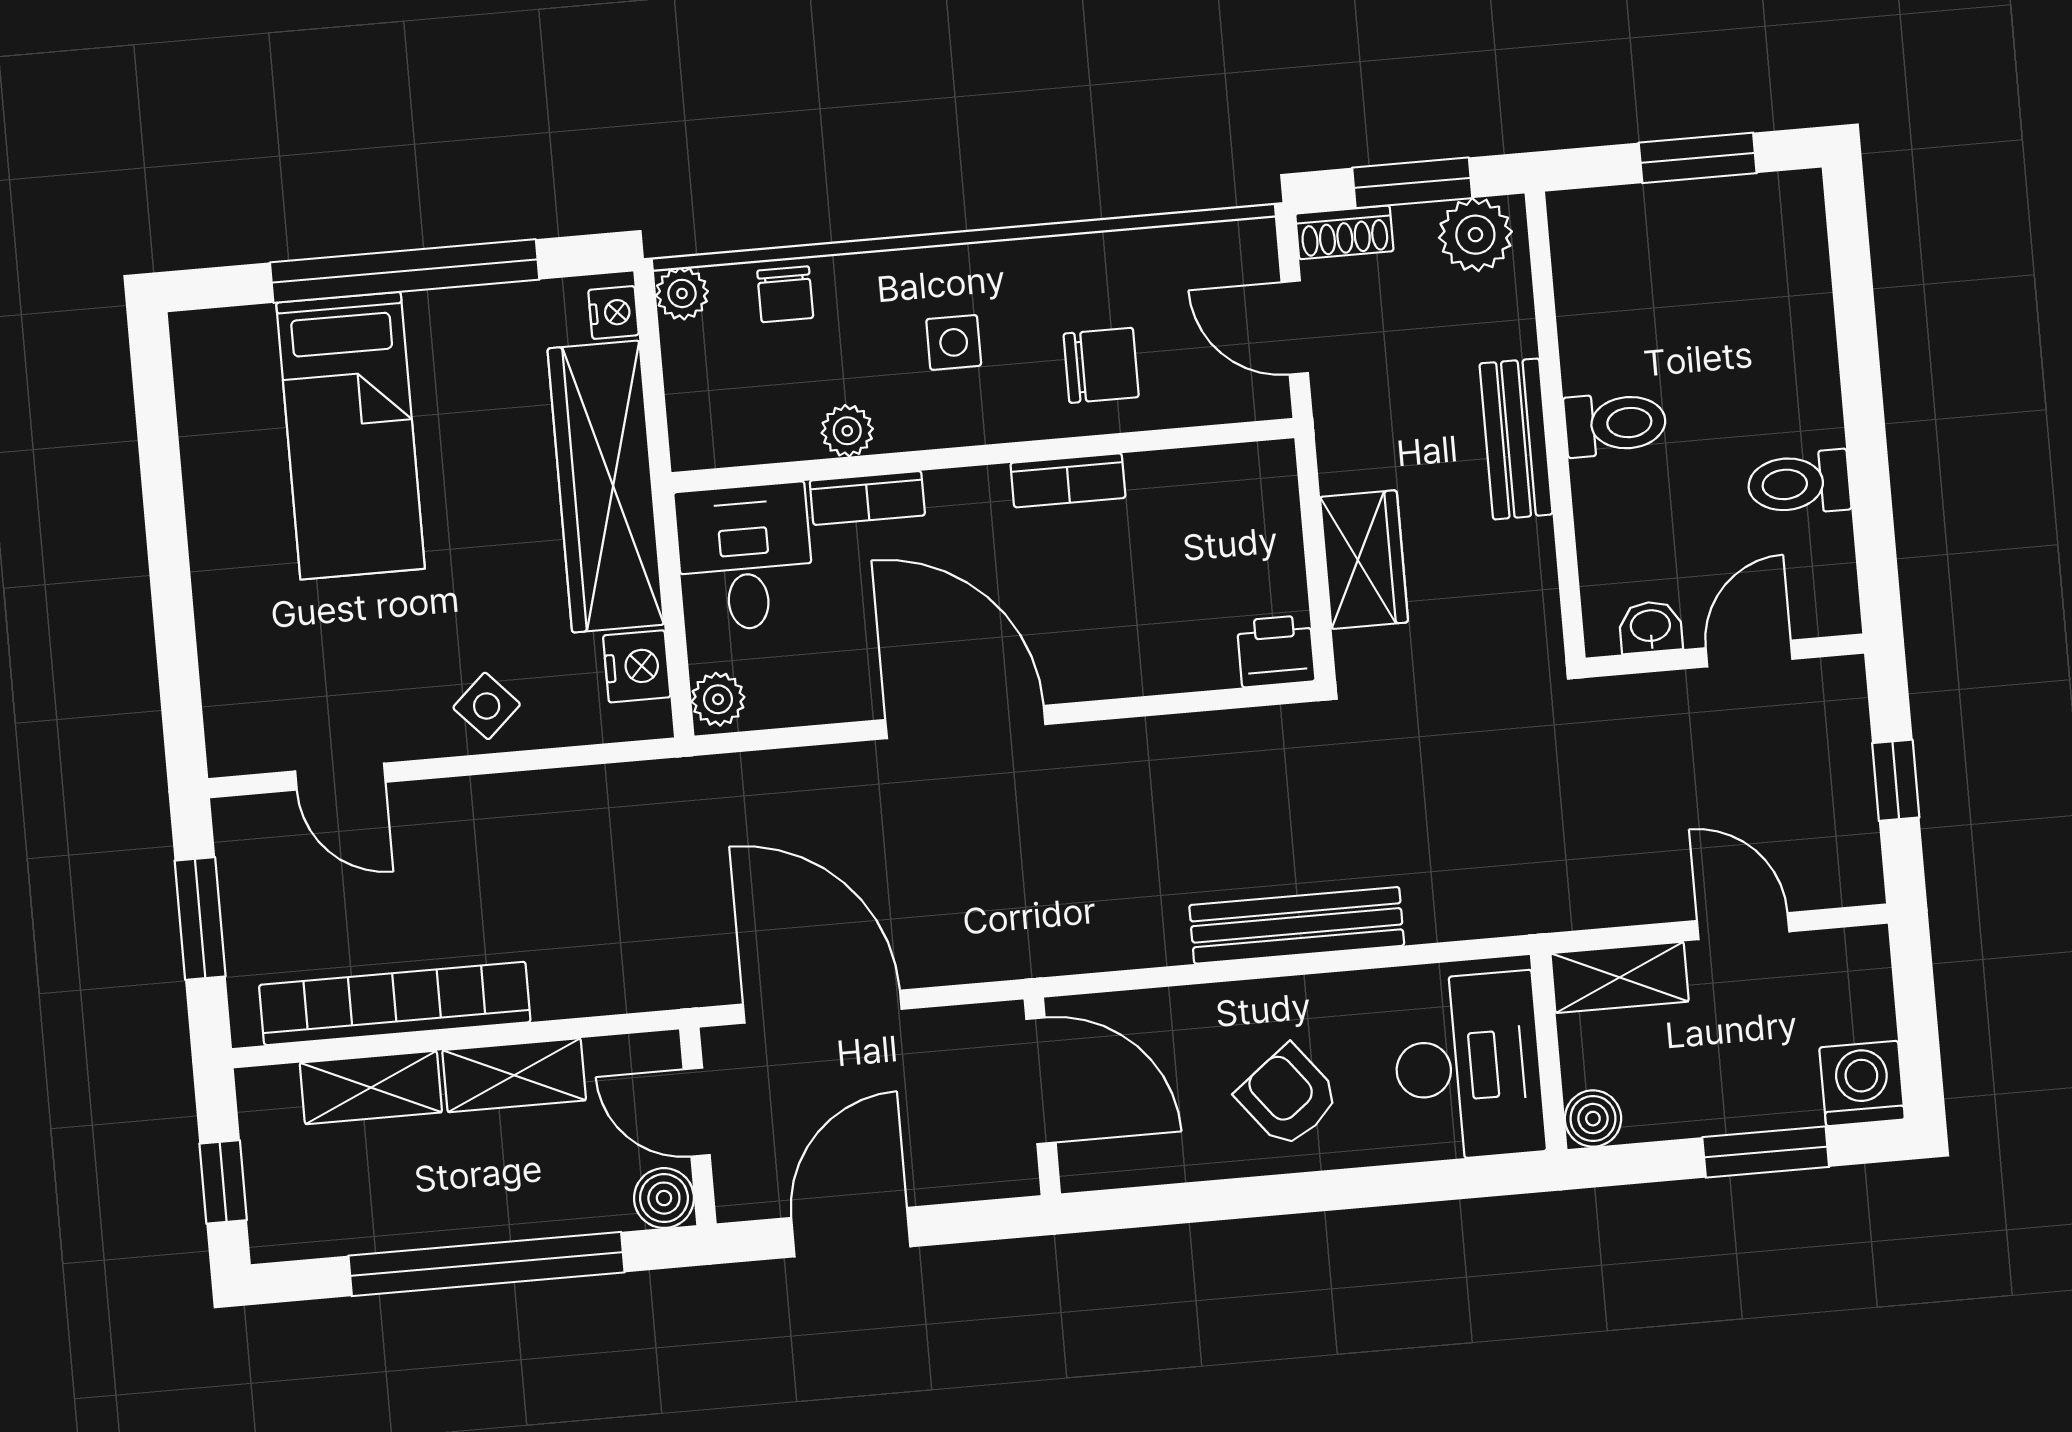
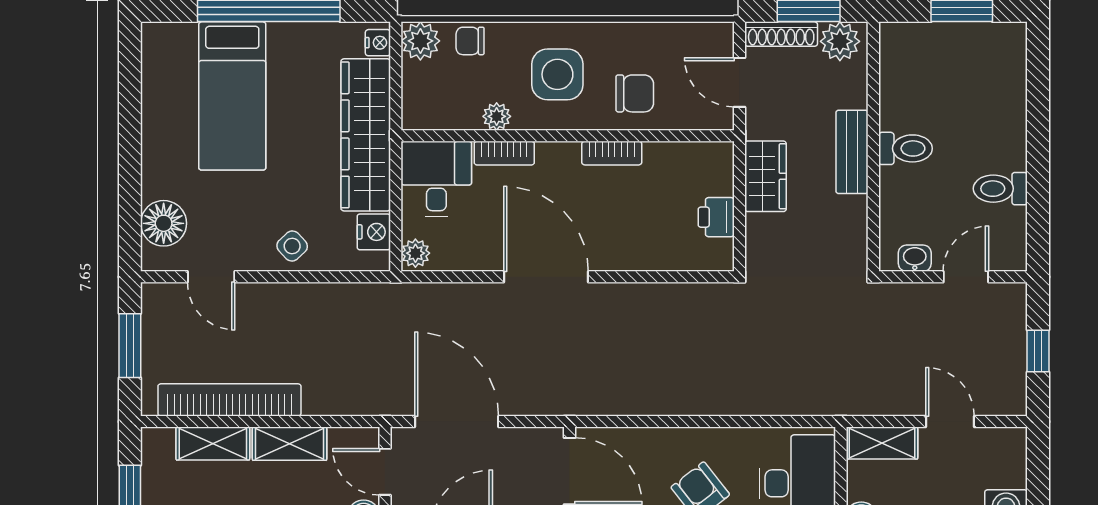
shoe rack: (1344, 232) -> (781, 34), width x1.43
plant: (682, 293) -> (420, 41), width x1.38, depth x1.38
chair: (785, 294) -> (470, 41), turned 90
side table: (954, 342) -> (557, 74), width x1.87, depth x1.87
wardrobe: (1364, 560) -> (765, 176), moved
printer: (1276, 651) -> (716, 217), moved, turned -90
floor lamp: (243, 685) -> (164, 223), added
bench: (1297, 925) -> (713, 400), removed

